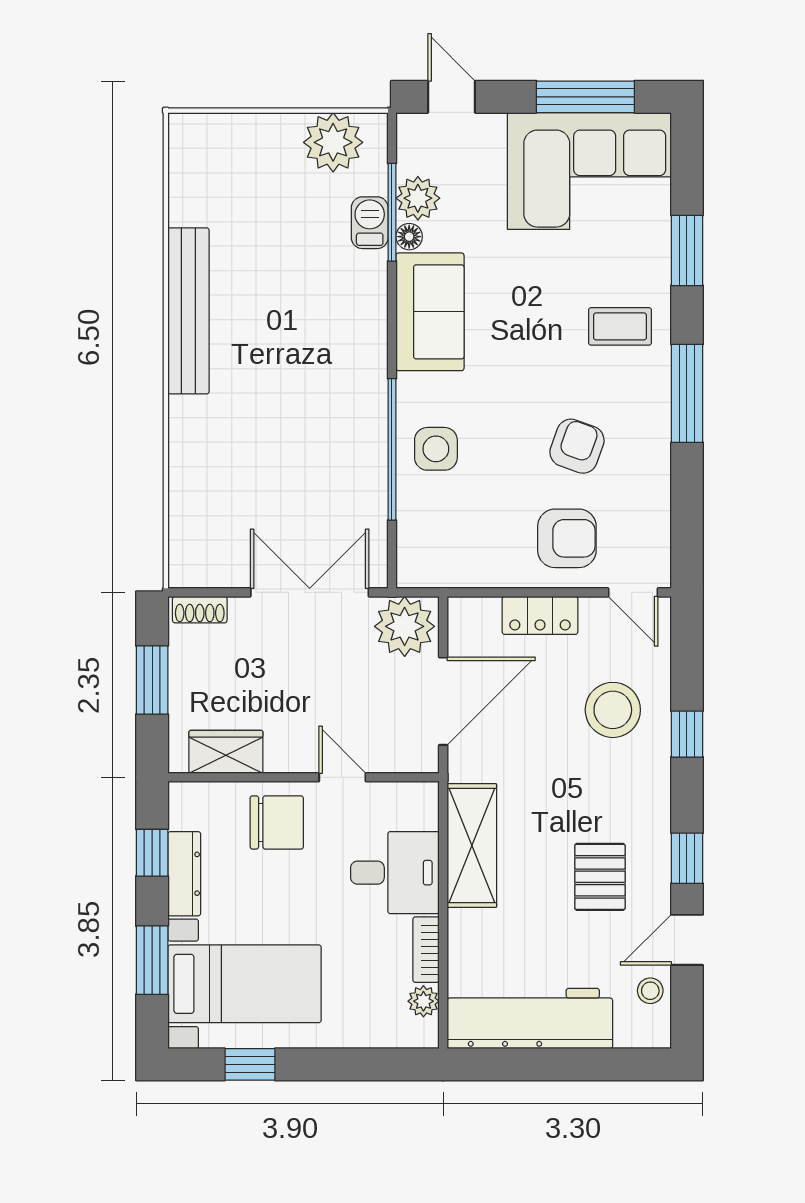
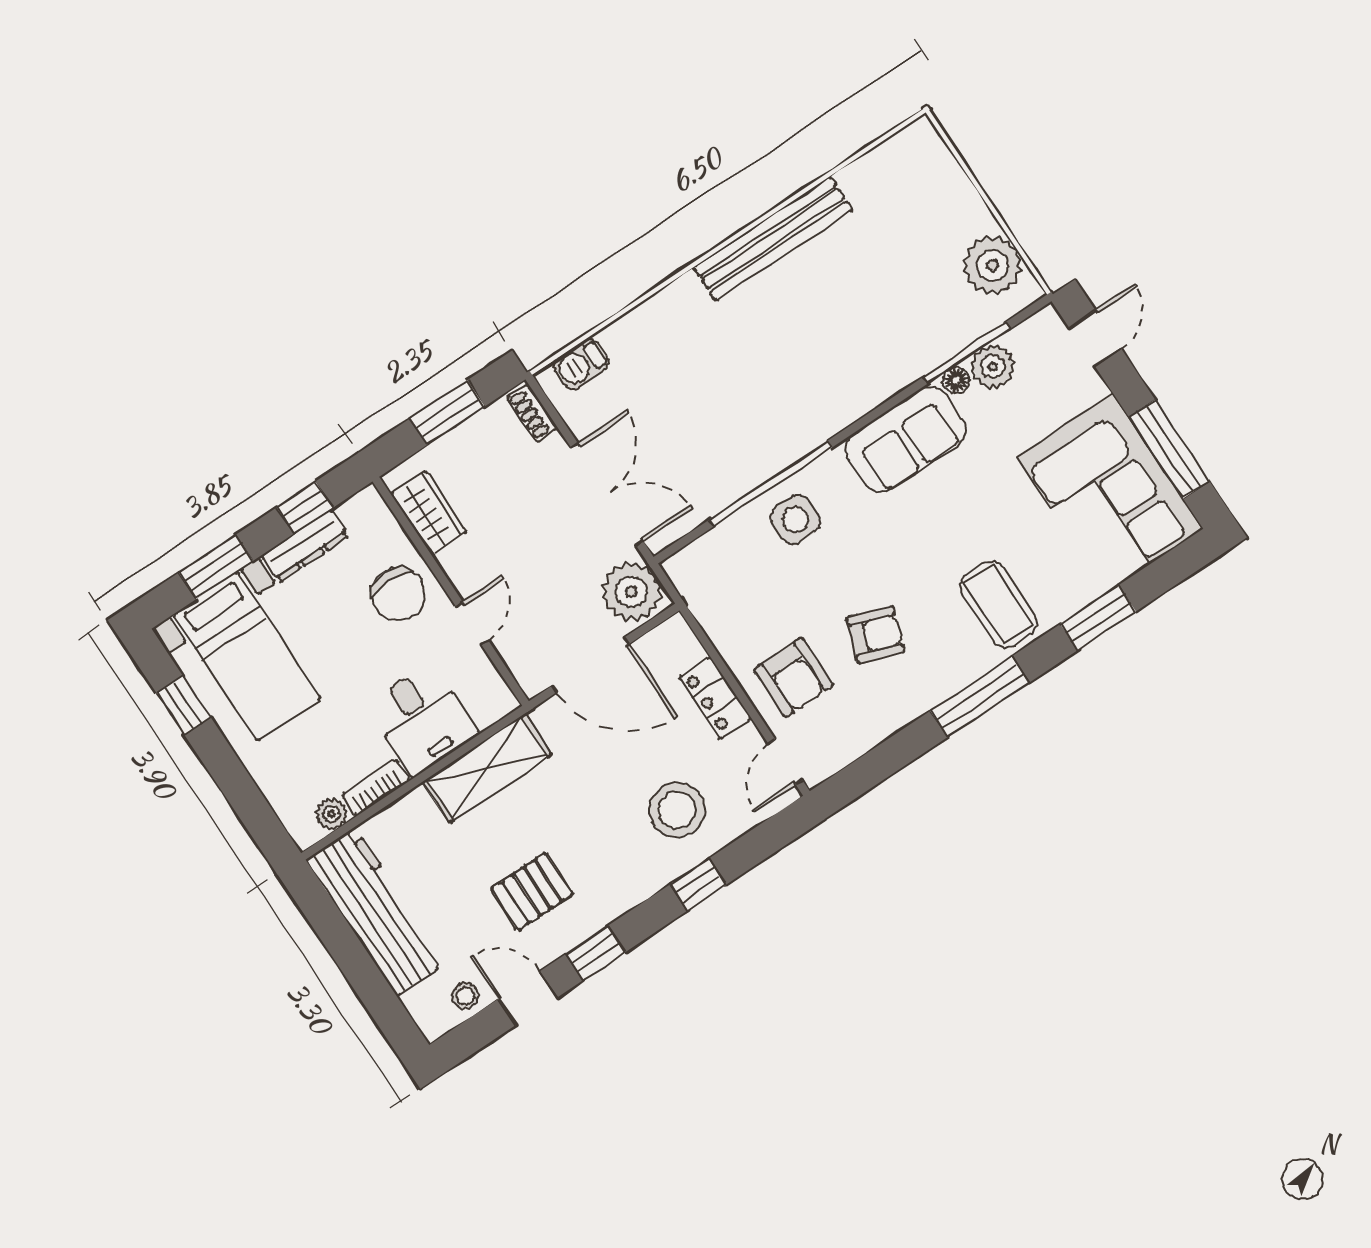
barbecue: (370, 223) -> (581, 364), moved, turned 180
coffee table: (620, 326) -> (998, 604), width x1.36, depth x1.30

